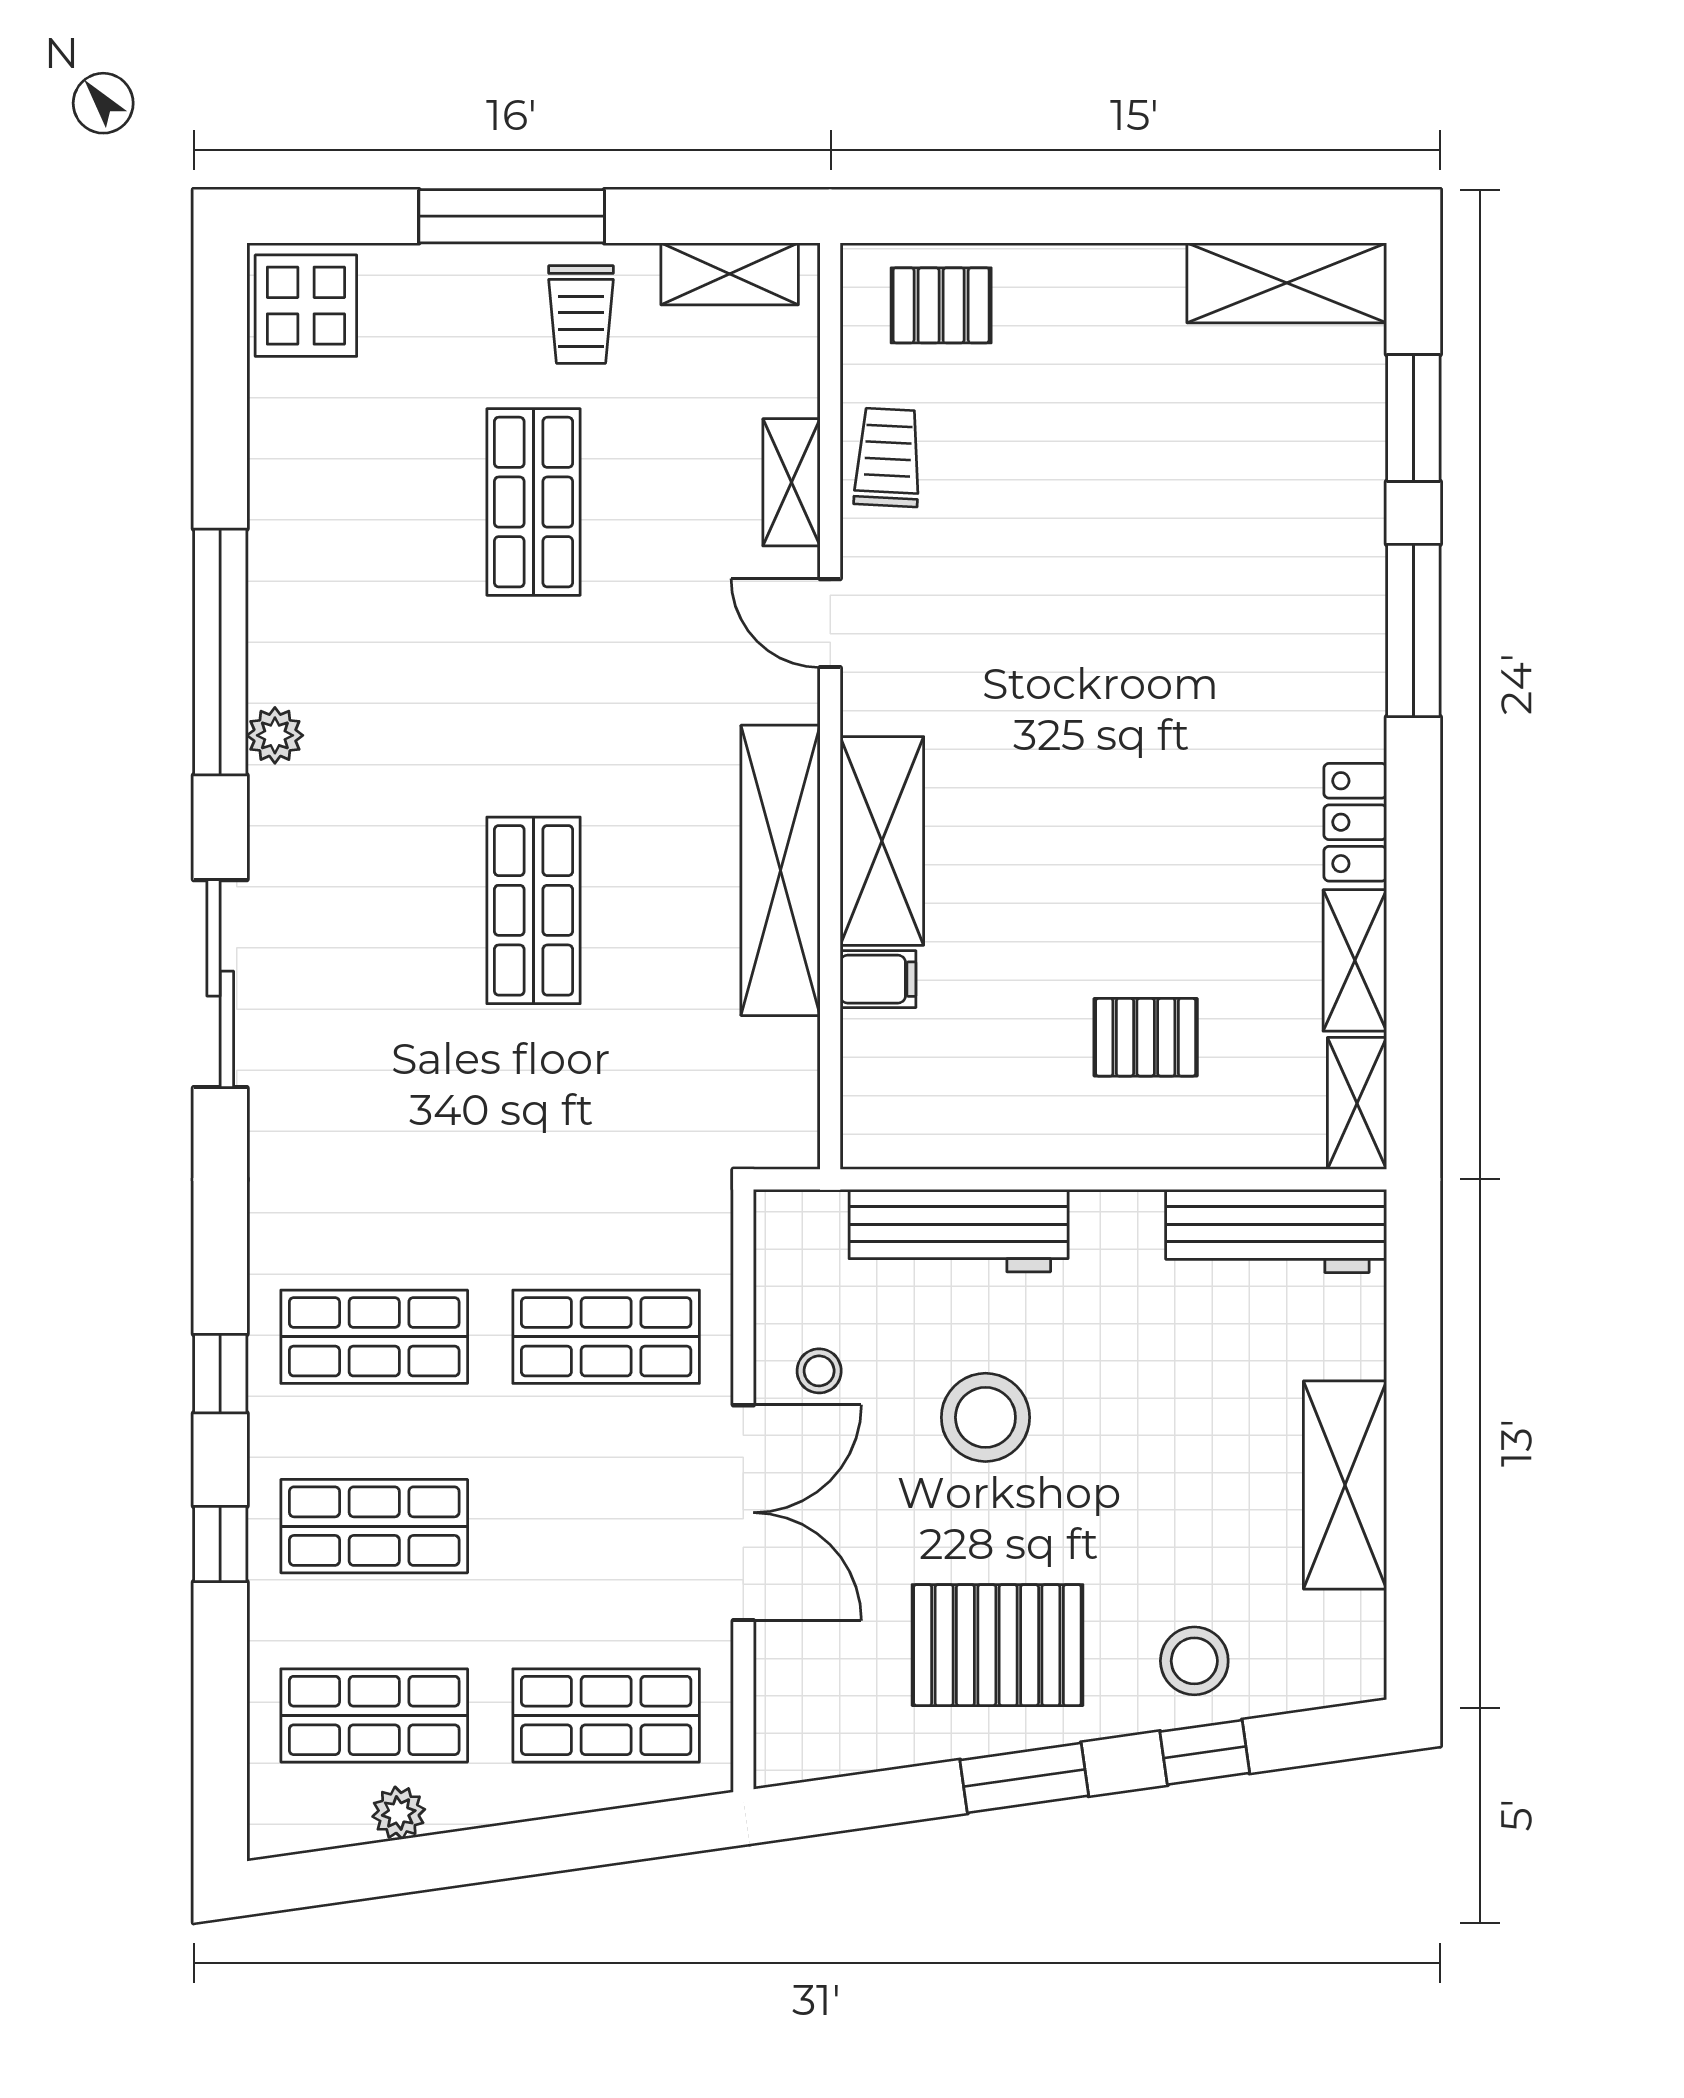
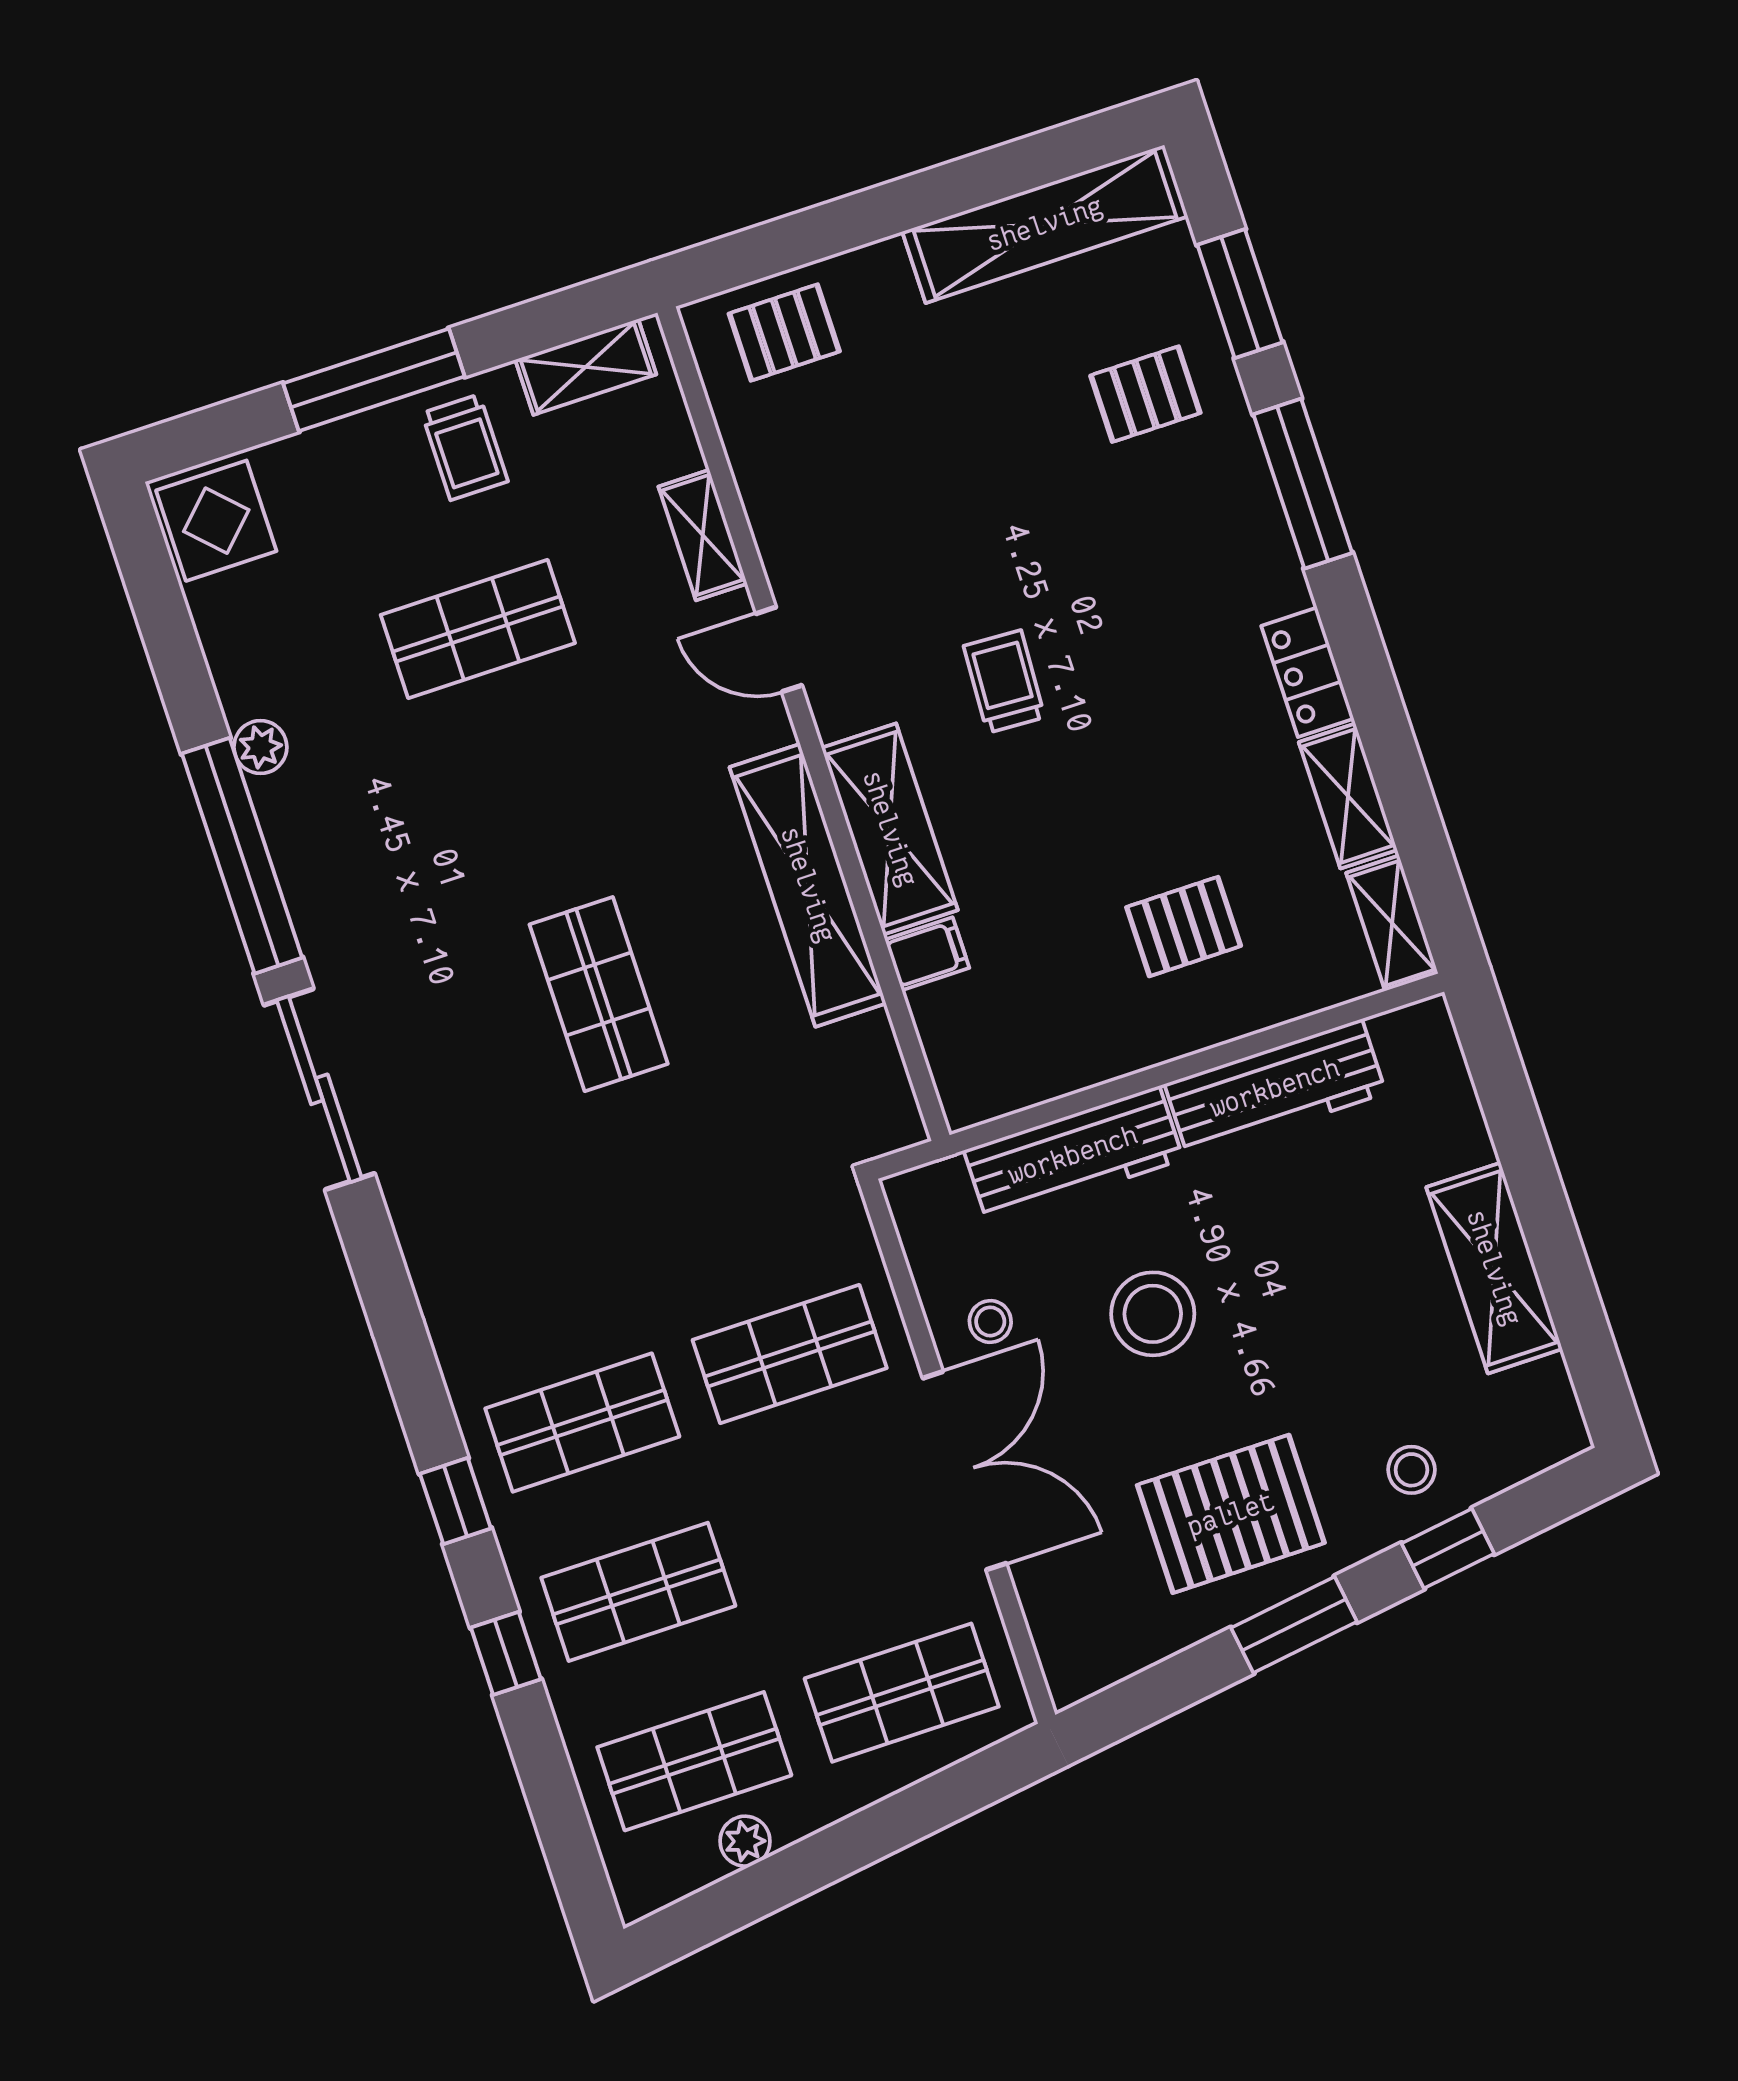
shelving: (1287, 283) -> (1045, 224), width x1.47
trolley: (888, 457) -> (1004, 682), moved
pallet: (1285, 488) -> (1145, 394), added
shop shelf: (533, 502) -> (478, 629), turned 90
plant: (275, 735) -> (260, 747), moved
sliding door: (220, 984) -> (319, 1089), moved
workbench: (1276, 1231) -> (1275, 1088), moved
stool: (1194, 1661) -> (1412, 1470), width x0.73, depth x0.73

